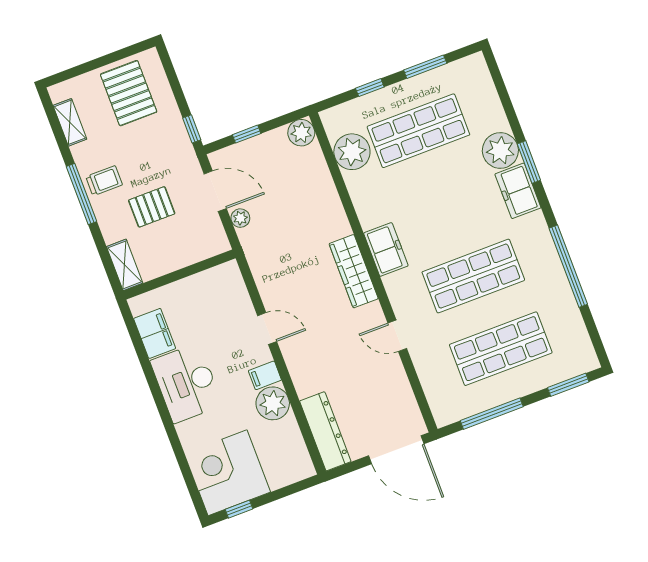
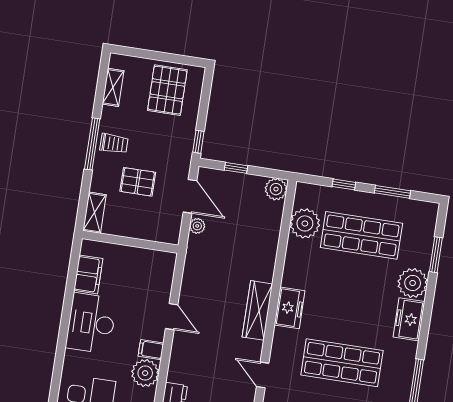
window: (529, 162) -> (436, 255), moved

